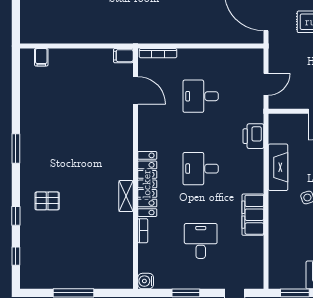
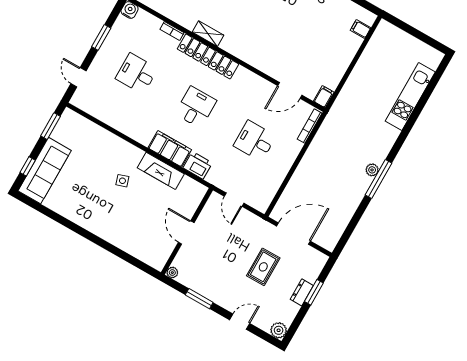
desk: (201, 96) -> (255, 141), turned -90
filing cabinet: (253, 215) -> (170, 149), moved
desk: (201, 241) -> (137, 74), turned 180

